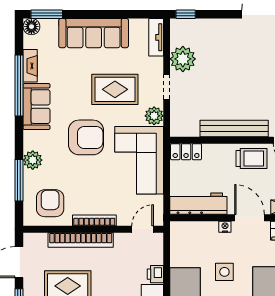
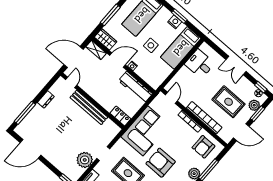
plant: (154, 116) -> (121, 145), removed
trolley: (252, 158) -> (93, 87), removed
door: (250, 218) -> (118, 60), swing flipped
door: (143, 229) -> (171, 98), swing flipped
printer: (155, 274) -> (184, 72), removed

